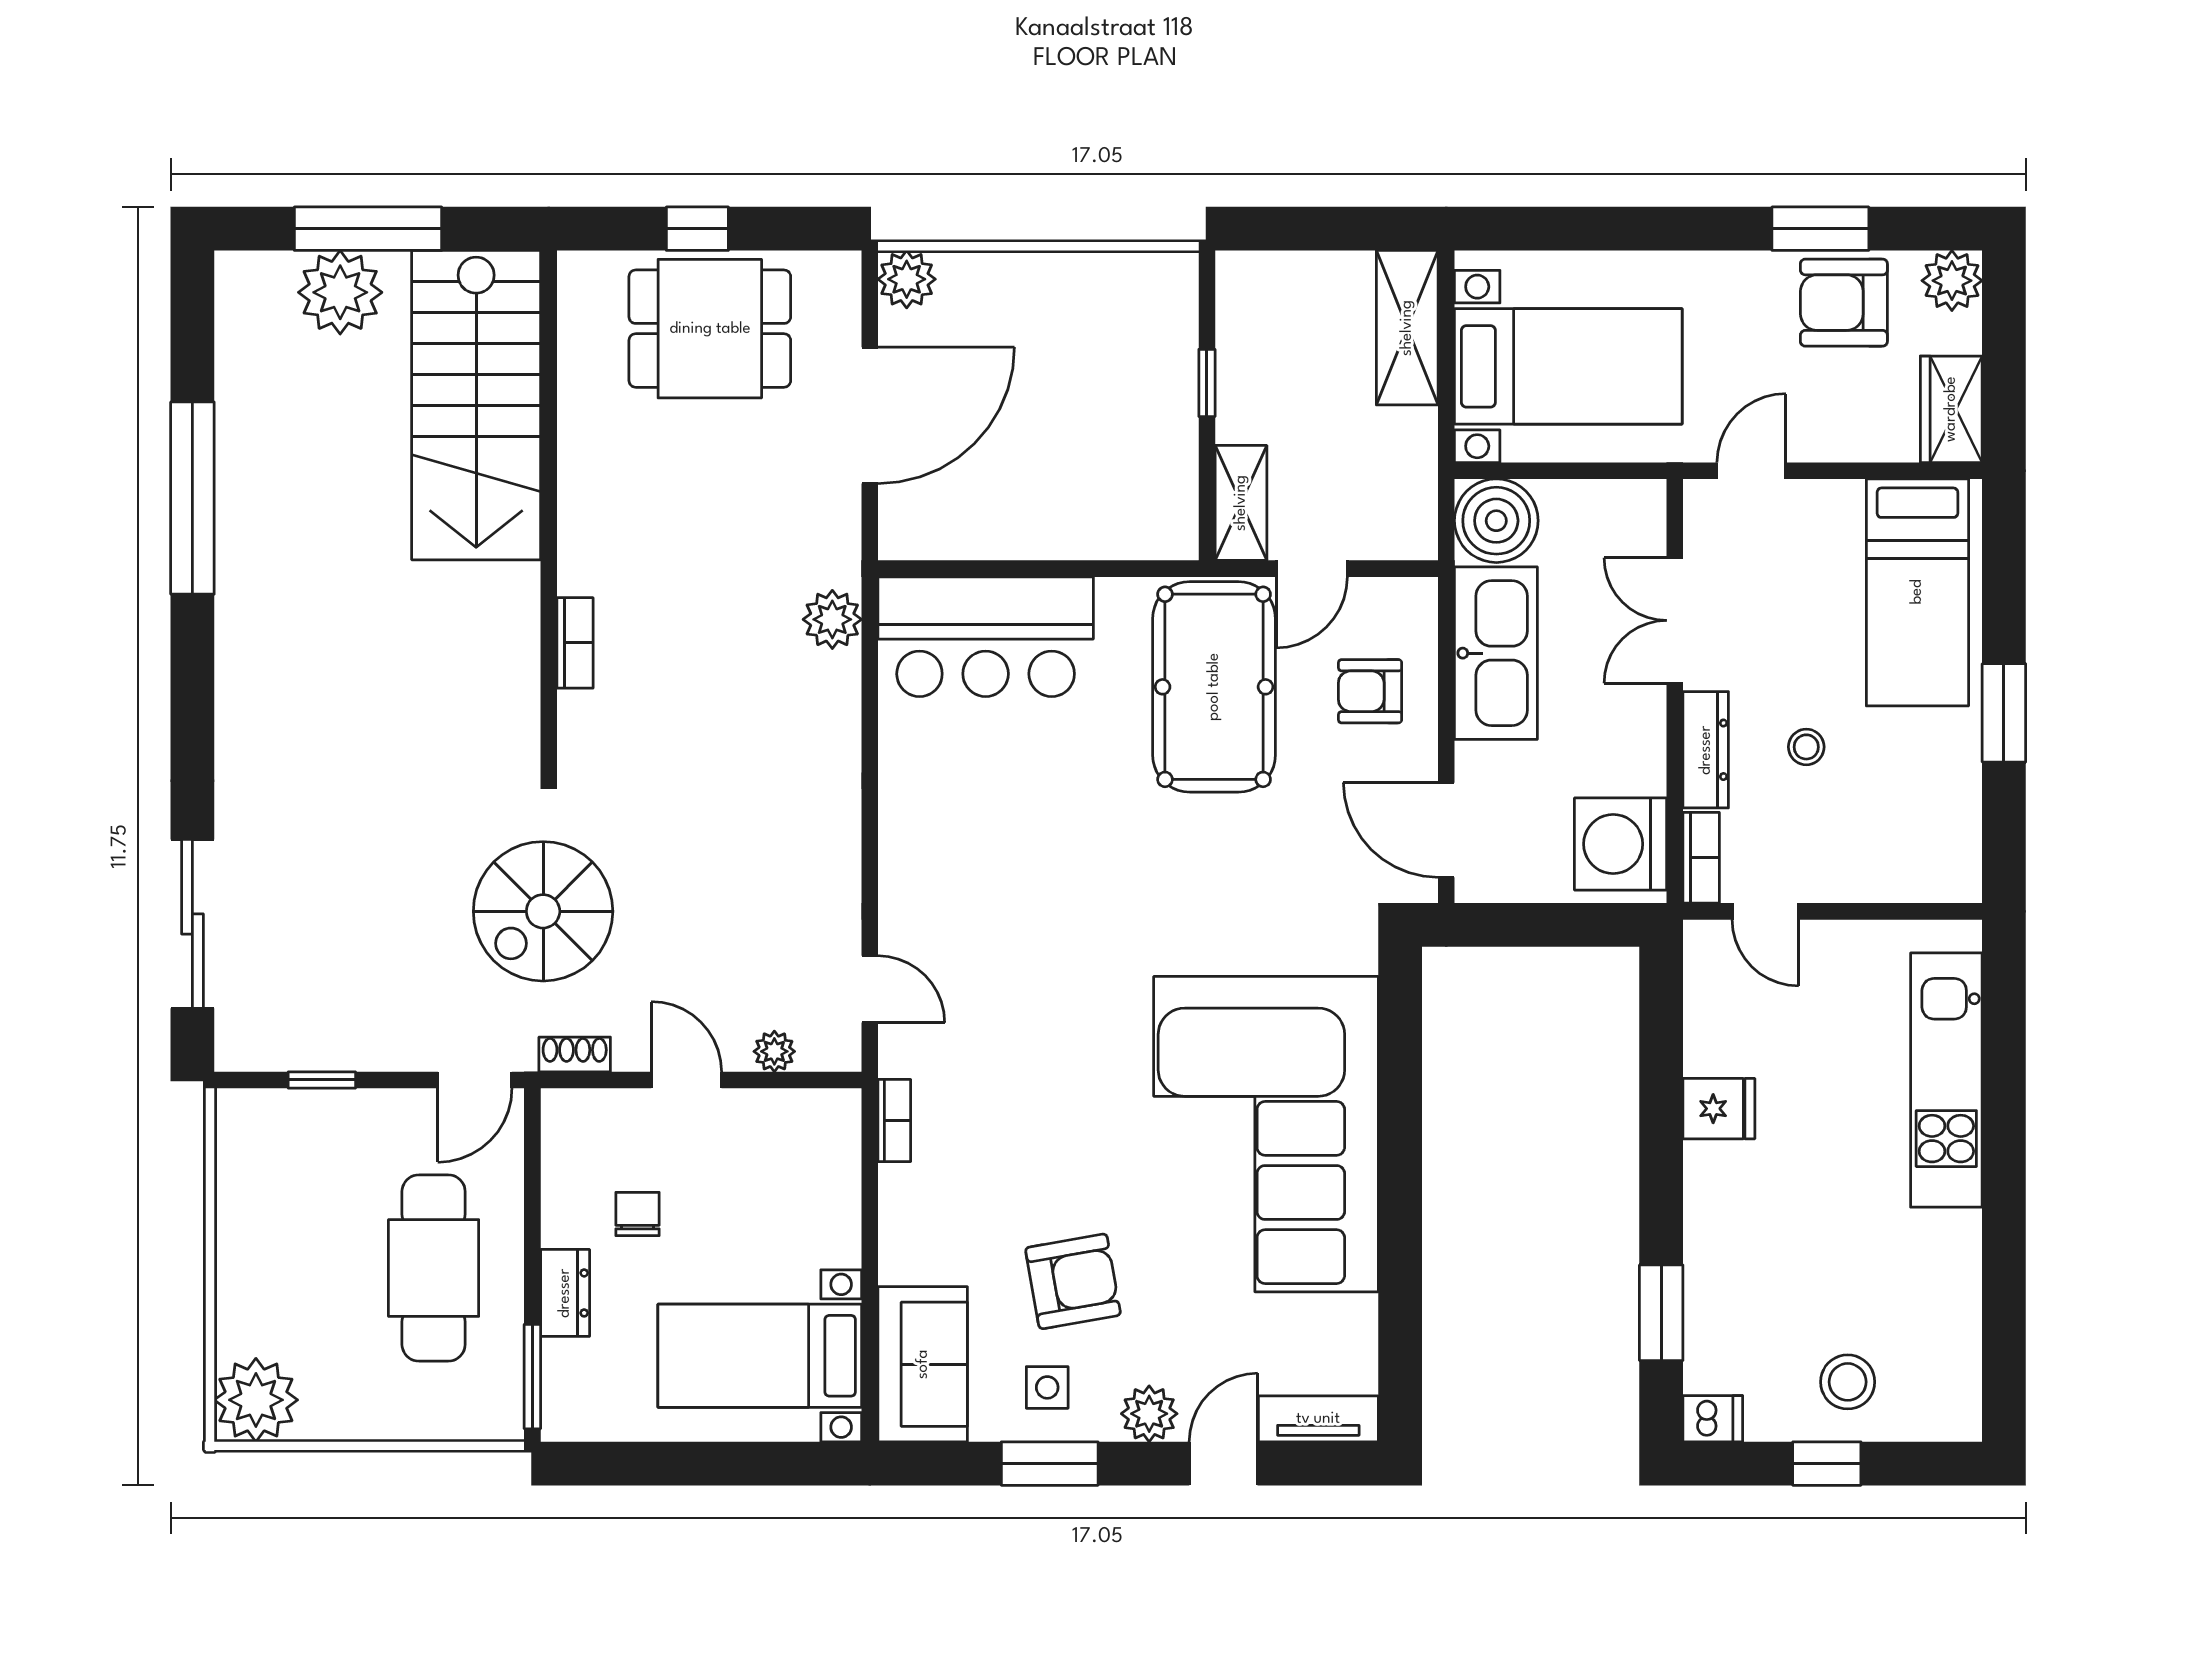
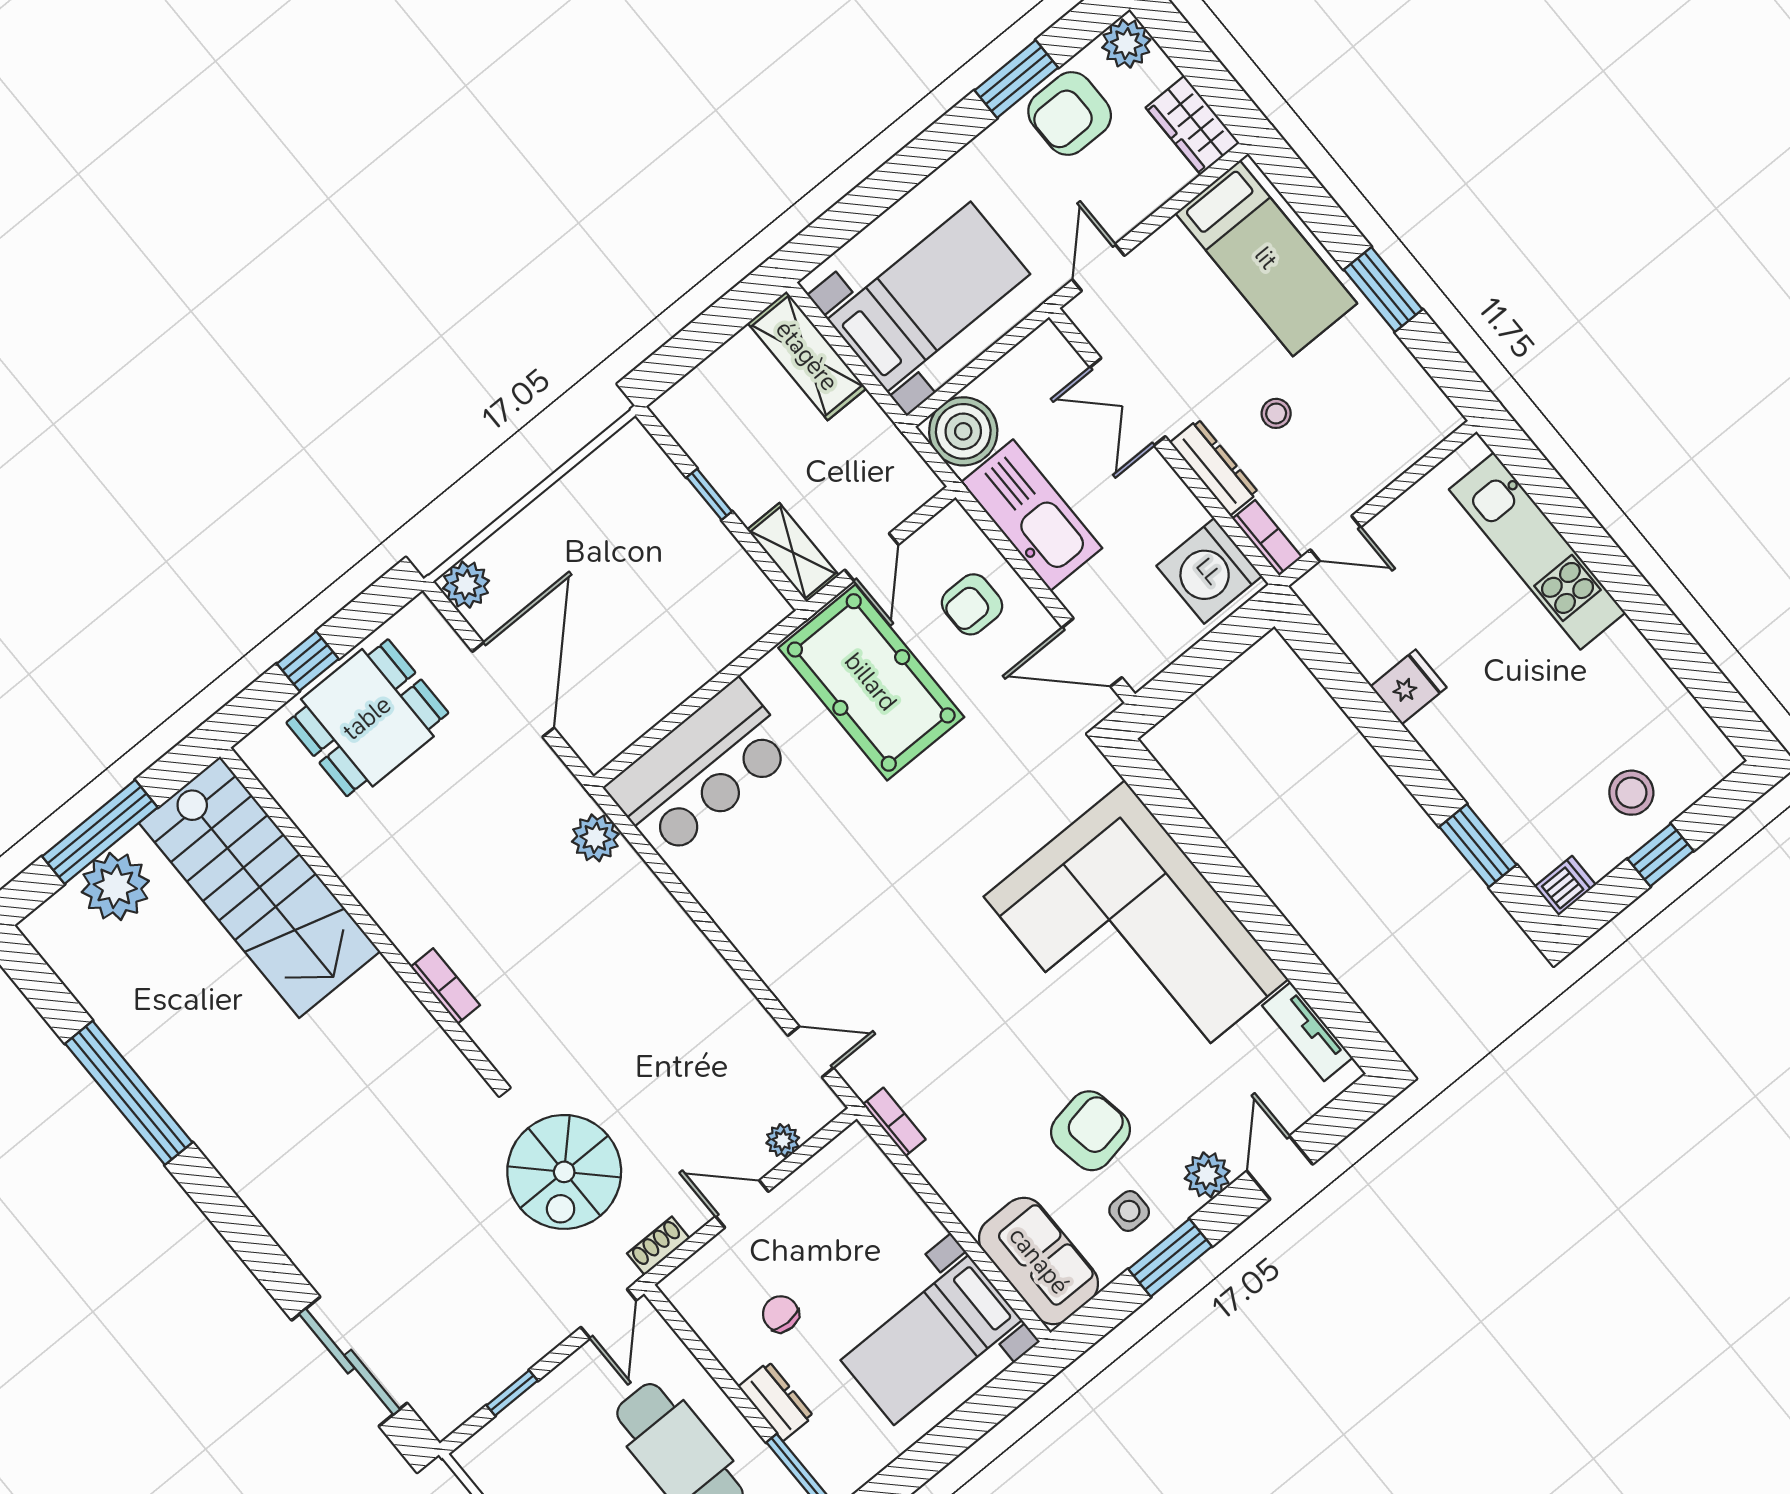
tv unit: (1318, 1419) -> (1307, 1032), moved, turned -90

